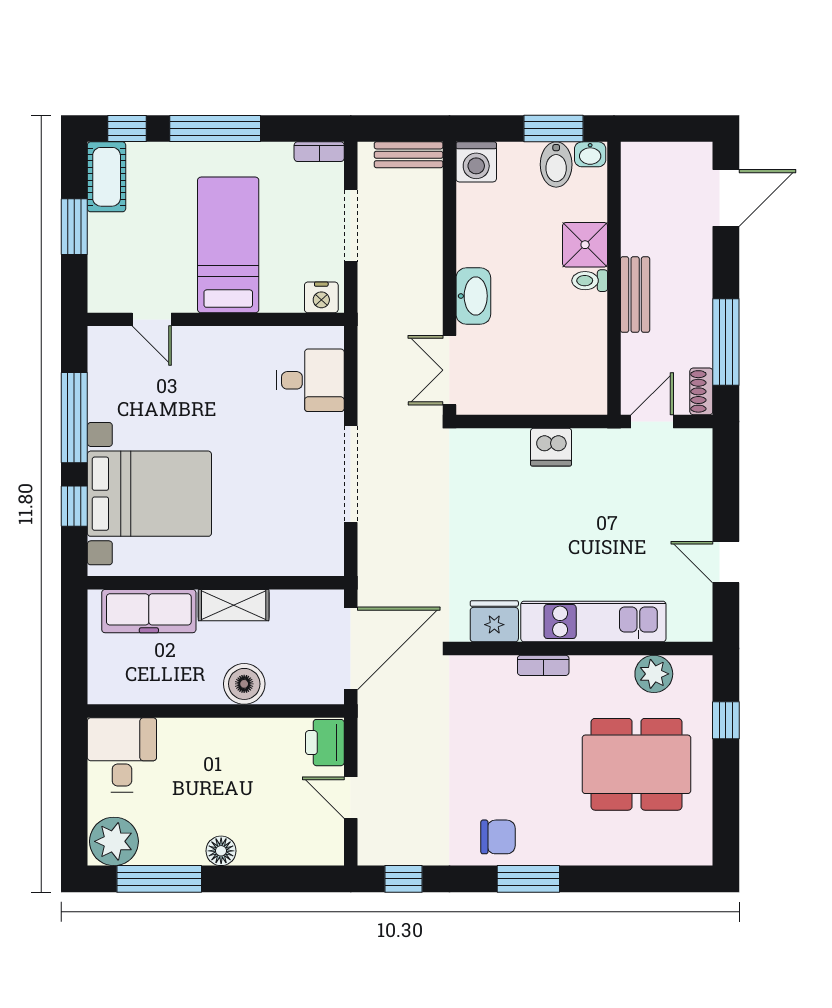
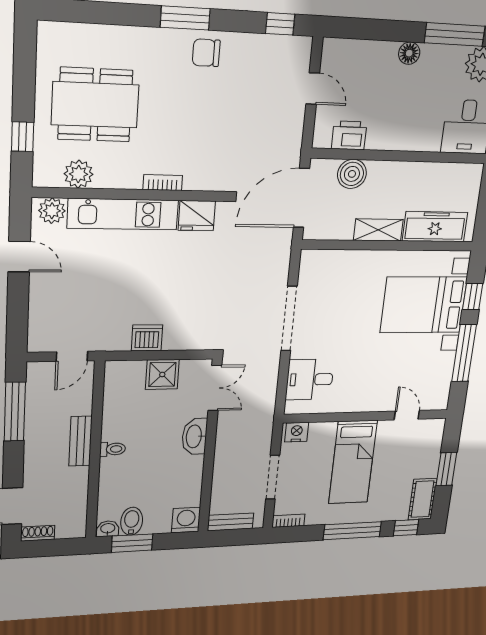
shower: (585, 245) -> (162, 374), moved
shoe rack: (701, 391) -> (38, 533), moved, turned -90
plant: (686, 625) -> (52, 211), added
boiler: (244, 684) -> (352, 174), moved
printer: (325, 743) -> (349, 135), moved, turned -90

